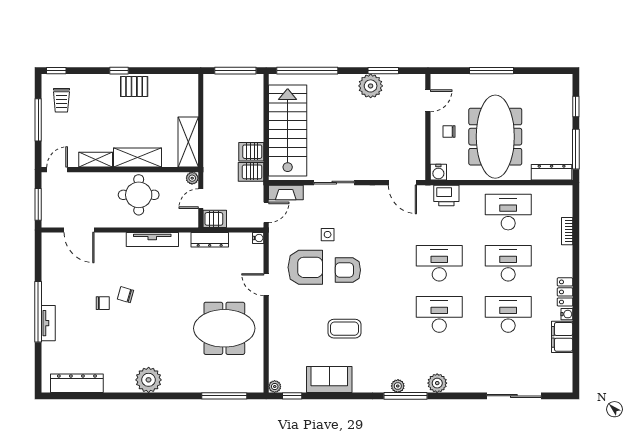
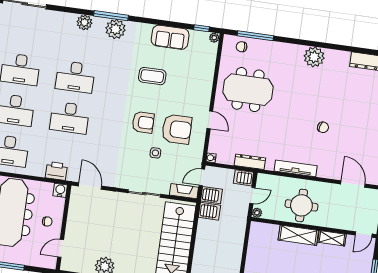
shelving: (188, 142) -> (256, 242), removed
server rack: (251, 152) -> (211, 195), moved
armchair: (305, 267) -> (177, 129), turned 180
chair: (103, 303) -> (242, 47), moved
plant: (398, 386) -> (116, 29), width x1.88, depth x1.88

